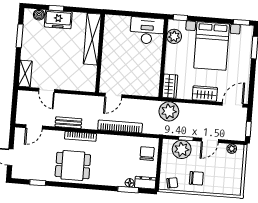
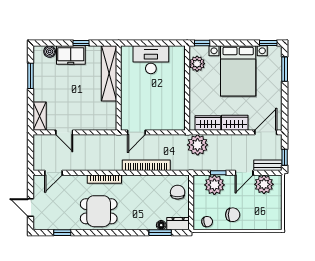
window: (56, 8) -> (81, 43), moved
desk: (147, 31) -> (151, 60), moved
wardrobe: (170, 86) -> (208, 123), moved, turned -90
bench: (68, 123) -> (268, 165), moved
plant: (232, 149) -> (264, 184), width x1.87, depth x1.87

